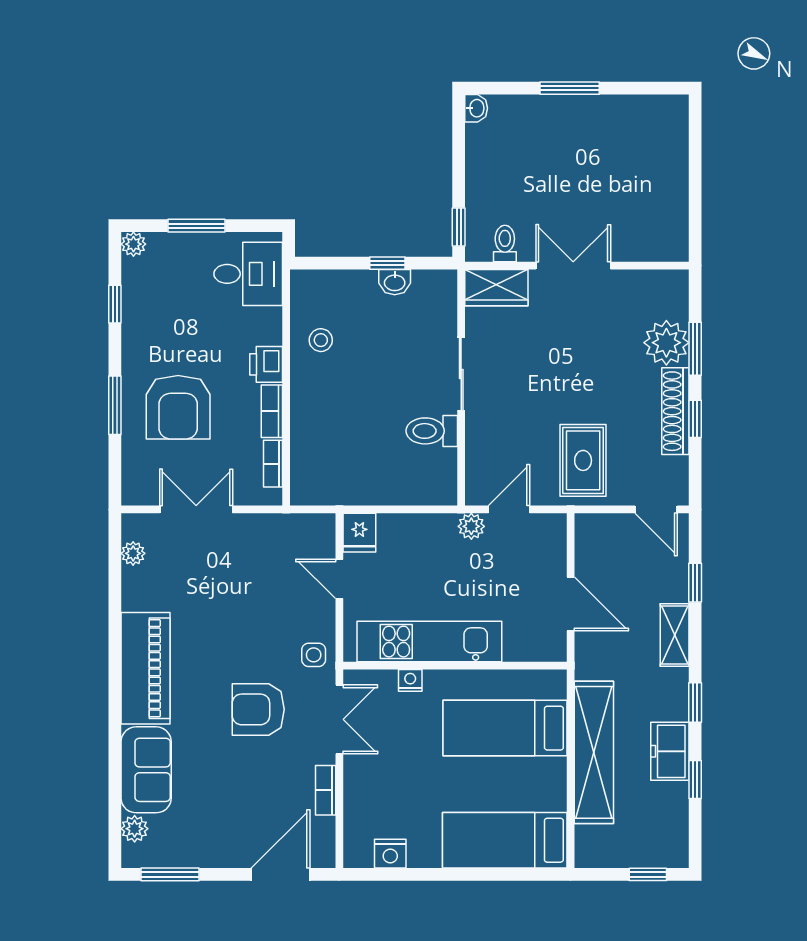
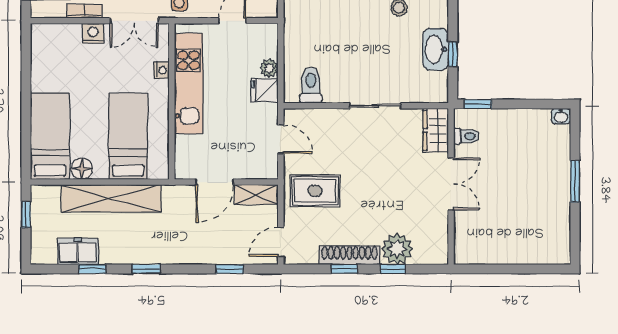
washbasin: (395, 282) -> (436, 49), width x1.91, depth x1.45
window: (695, 349) -> (393, 269), width x0.67
toilet: (432, 431) -> (311, 85), moved
plant: (471, 526) -> (269, 68), moved
fridge: (359, 533) -> (265, 90), moved
shelving: (675, 635) -> (256, 195), moved
freezer: (670, 751) -> (78, 251), moved
floor lamp: (551, 794) -> (82, 169), added
nightstand: (390, 854) -> (93, 33), moved, turned 90
window: (648, 874) -> (26, 215), moved

